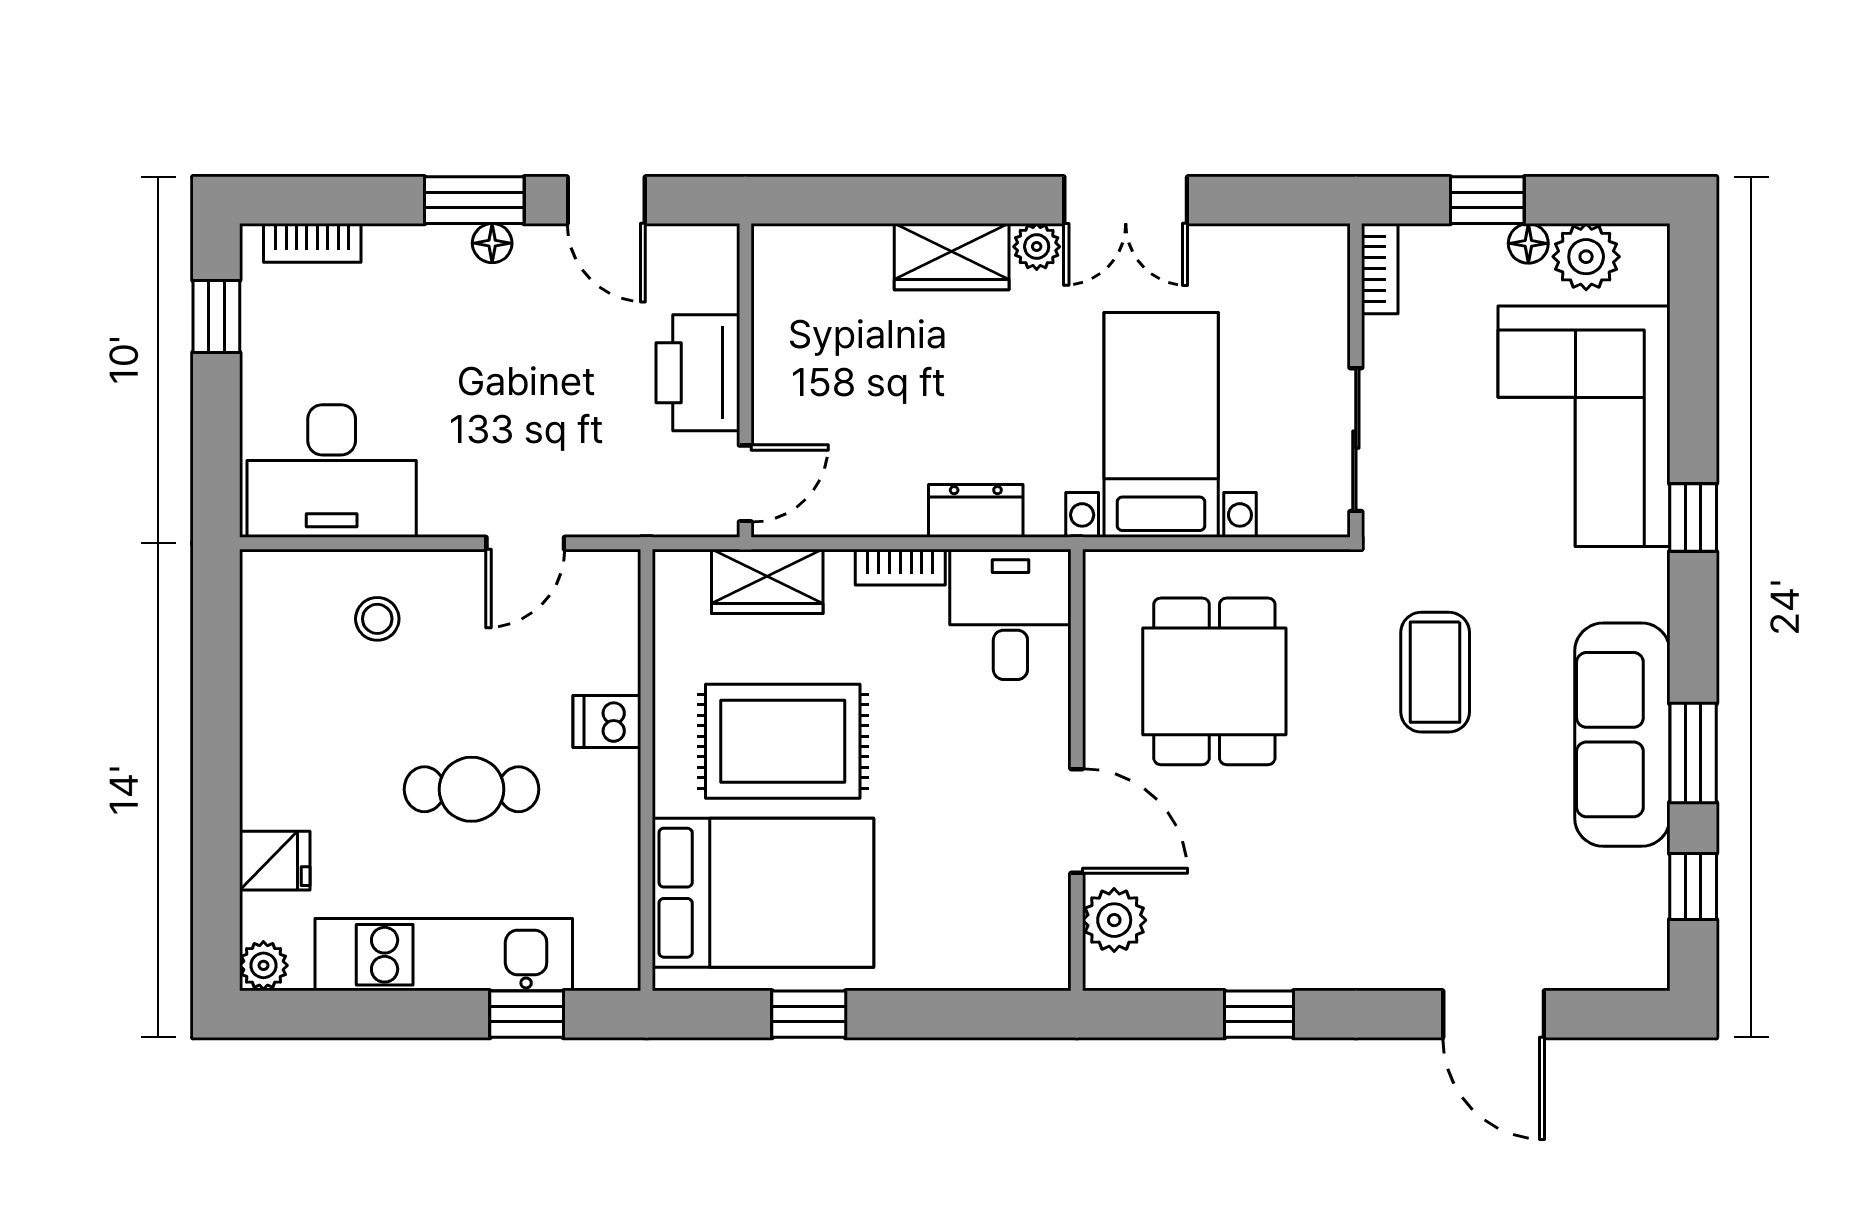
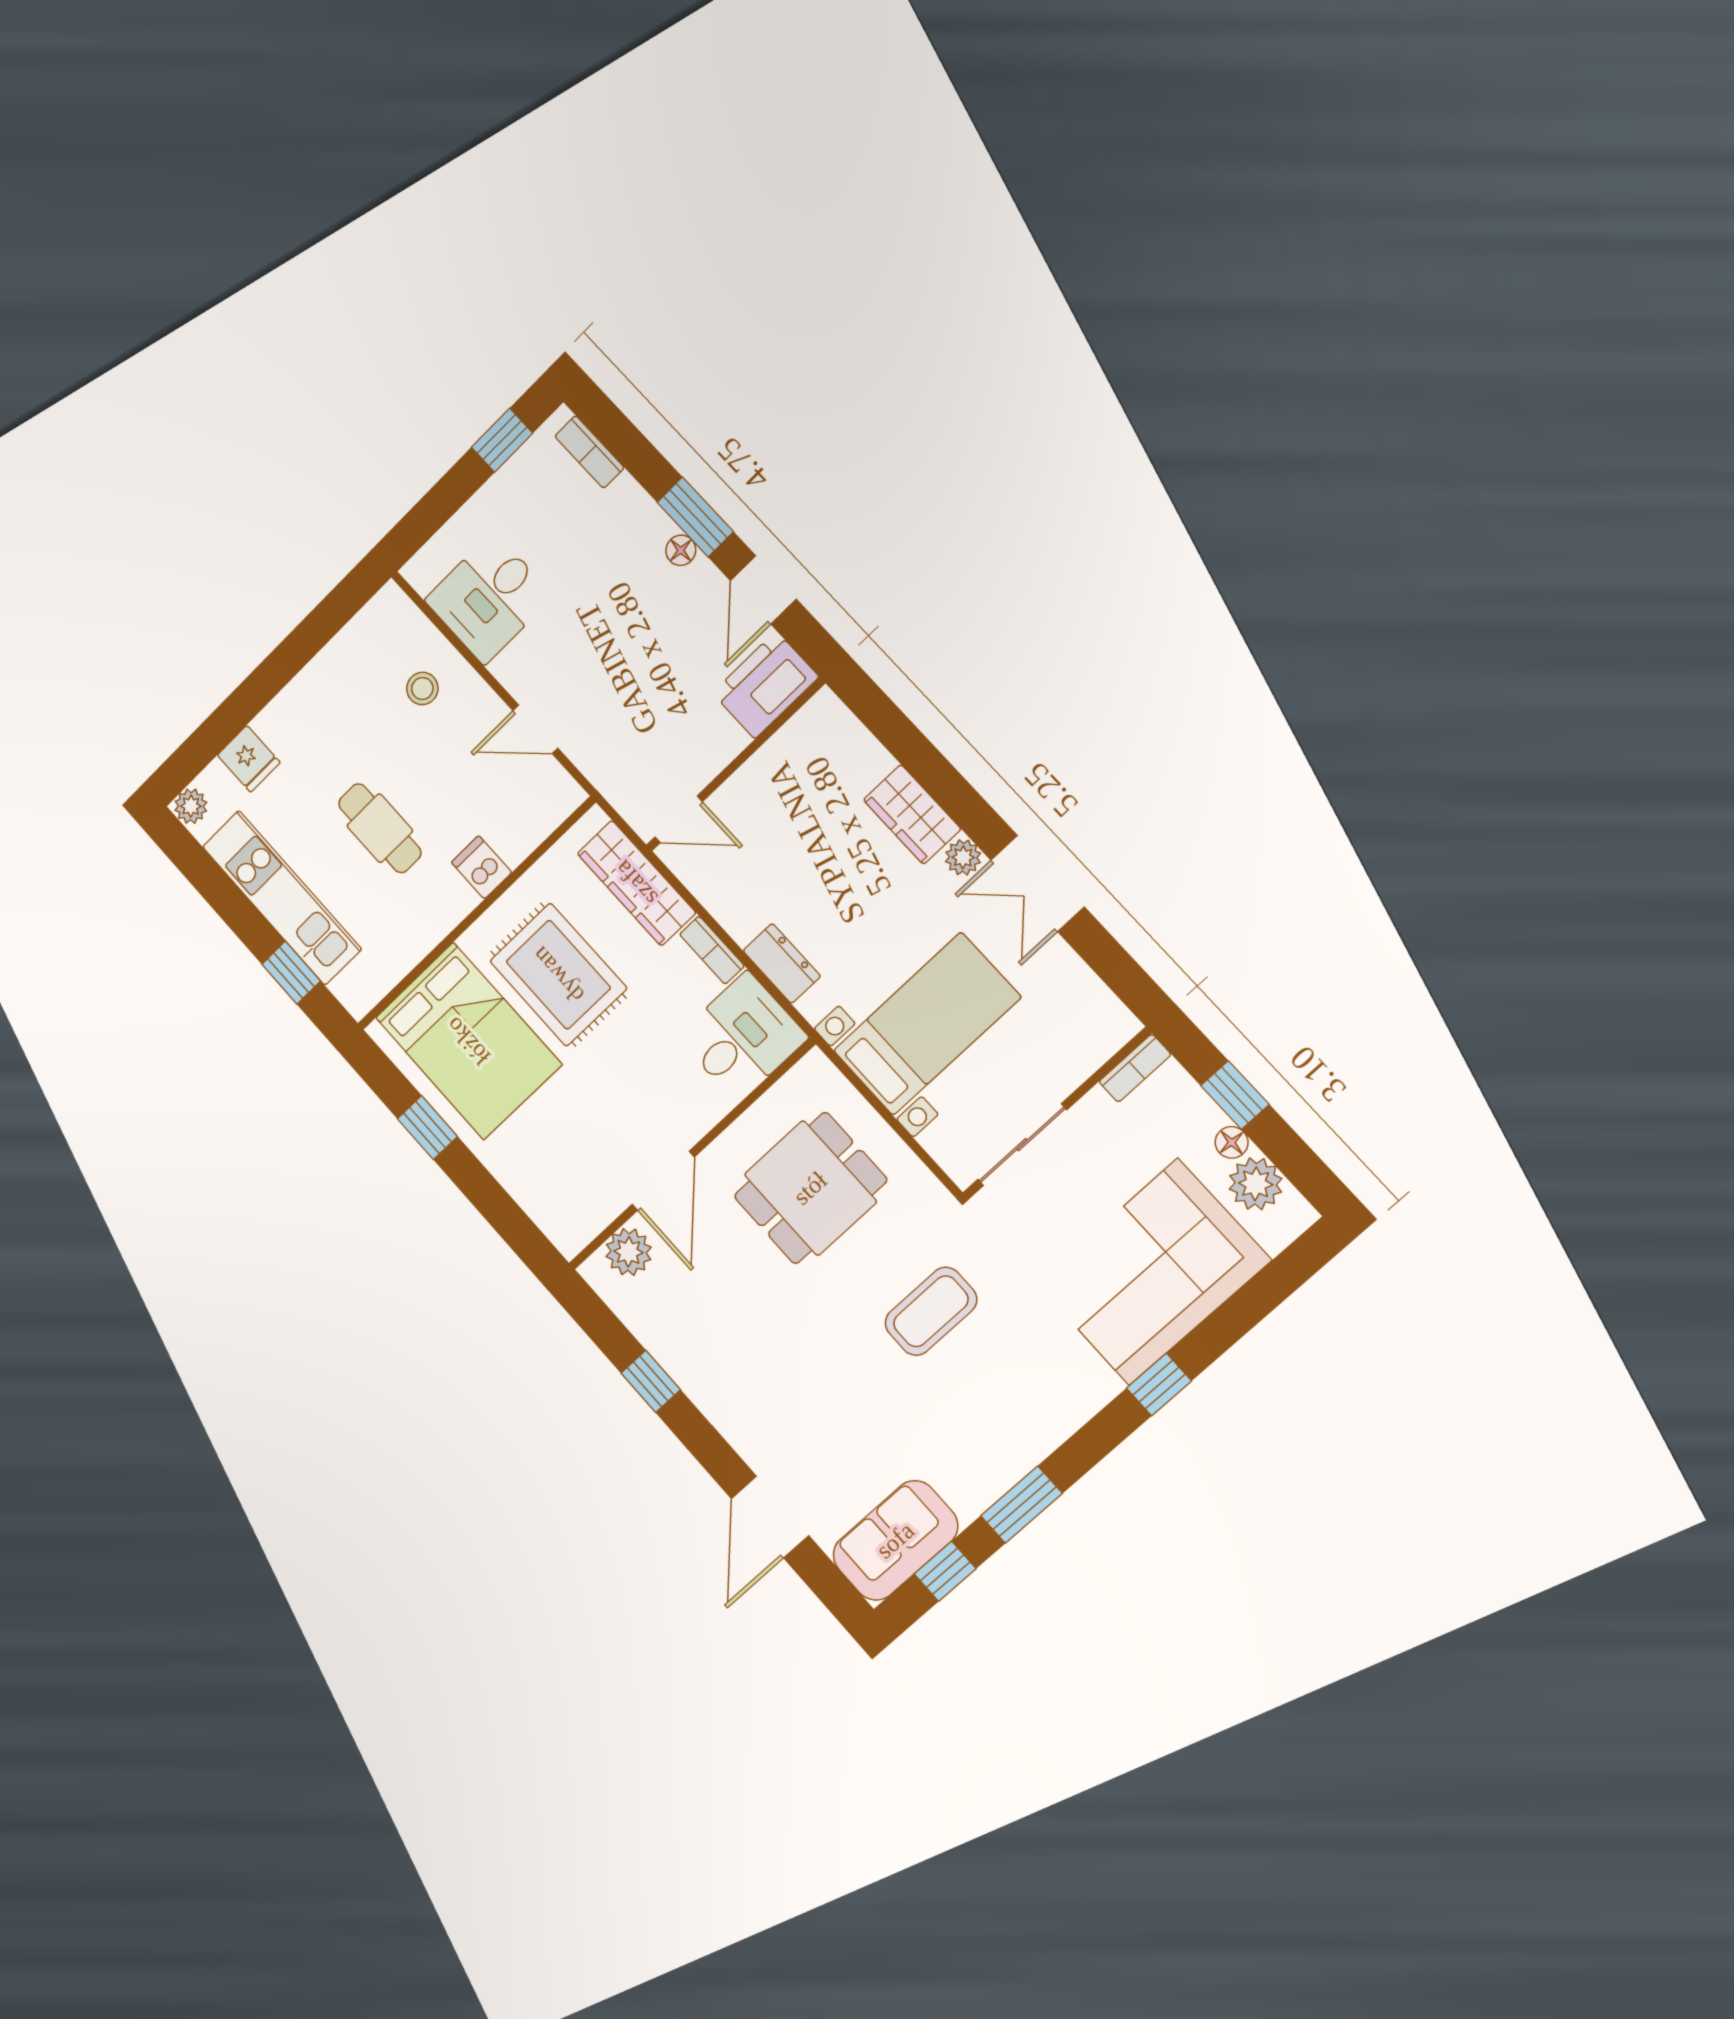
printer: (698, 373) -> (765, 685), moved
desk: (332, 471) -> (489, 598), width x0.73
wardrobe: (767, 581) -> (636, 883), width x1.50
sofa: (1622, 735) -> (895, 1540), moved, width x0.73

